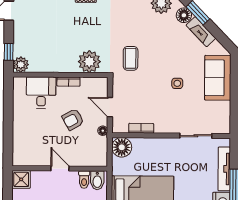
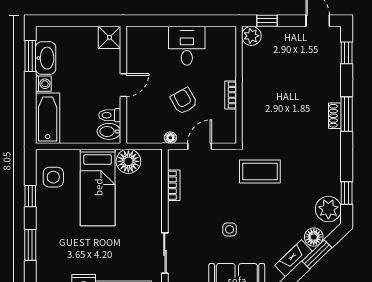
coffee table: (131, 58) -> (260, 172), width x1.36, depth x1.30
plant: (89, 62) -> (256, 121), removed
desk: (41, 93) -> (187, 46), moved, turned -90
floor lamp: (122, 147) -> (128, 161), moved

